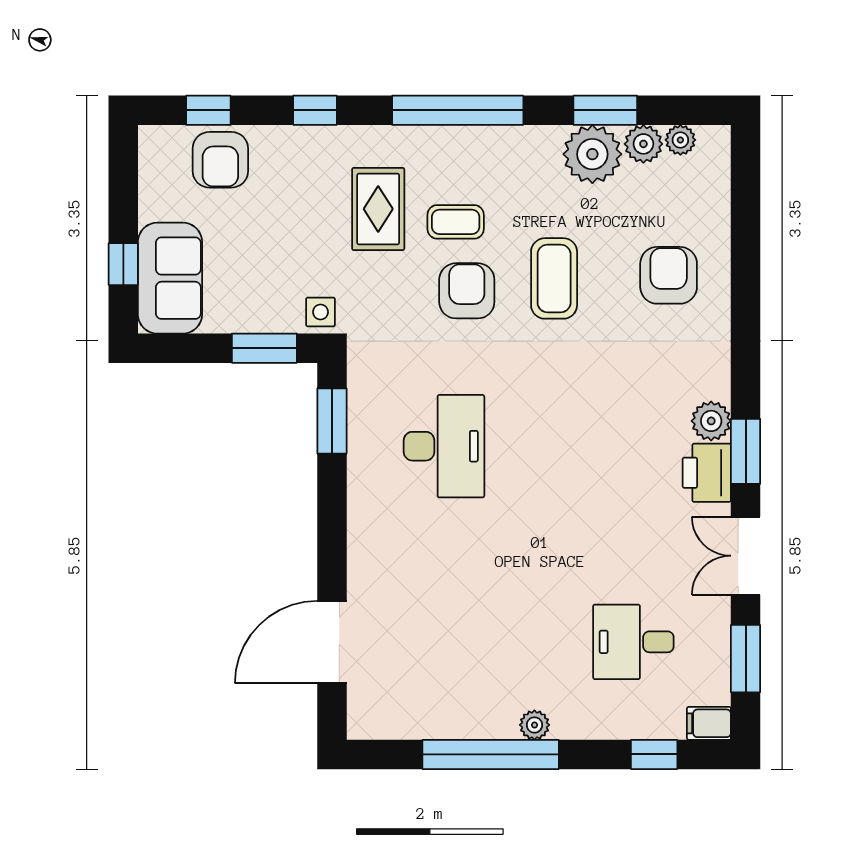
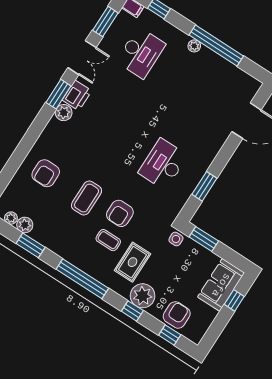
plant: (592, 154) -> (143, 296), moved
window: (332, 421) -> (204, 186), moved
desk: (633, 642) -> (141, 53), width x1.37

